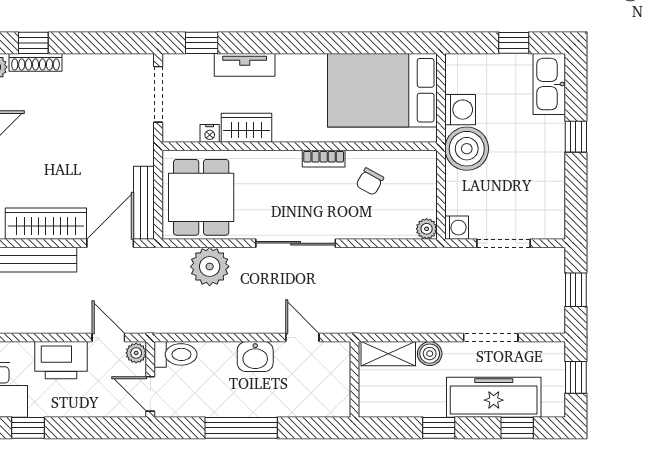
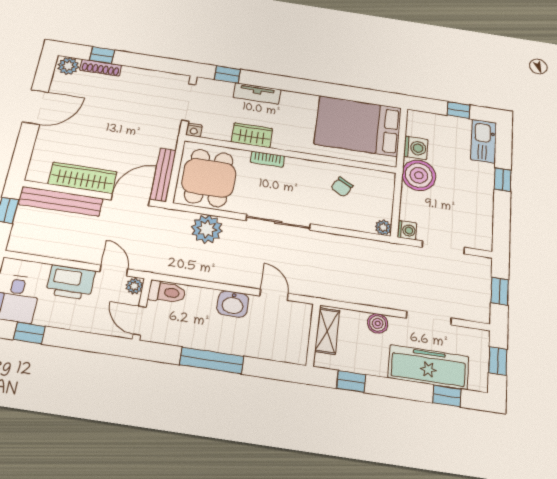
nightstand: (210, 133) -> (194, 130), moved
bookcase: (324, 159) -> (267, 159), moved
shelving: (388, 354) -> (327, 331), moved, turned 90
window: (439, 428) -> (351, 381), moved

